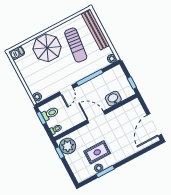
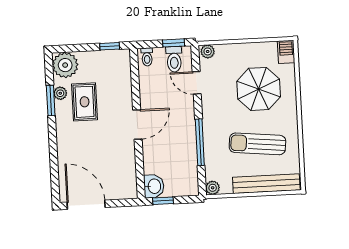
parasol: (47, 48) -> (259, 89), moved
door: (66, 90) -> (197, 83), moved
washbasin: (113, 99) -> (154, 186), moved
plant: (68, 146) -> (65, 65), moved

